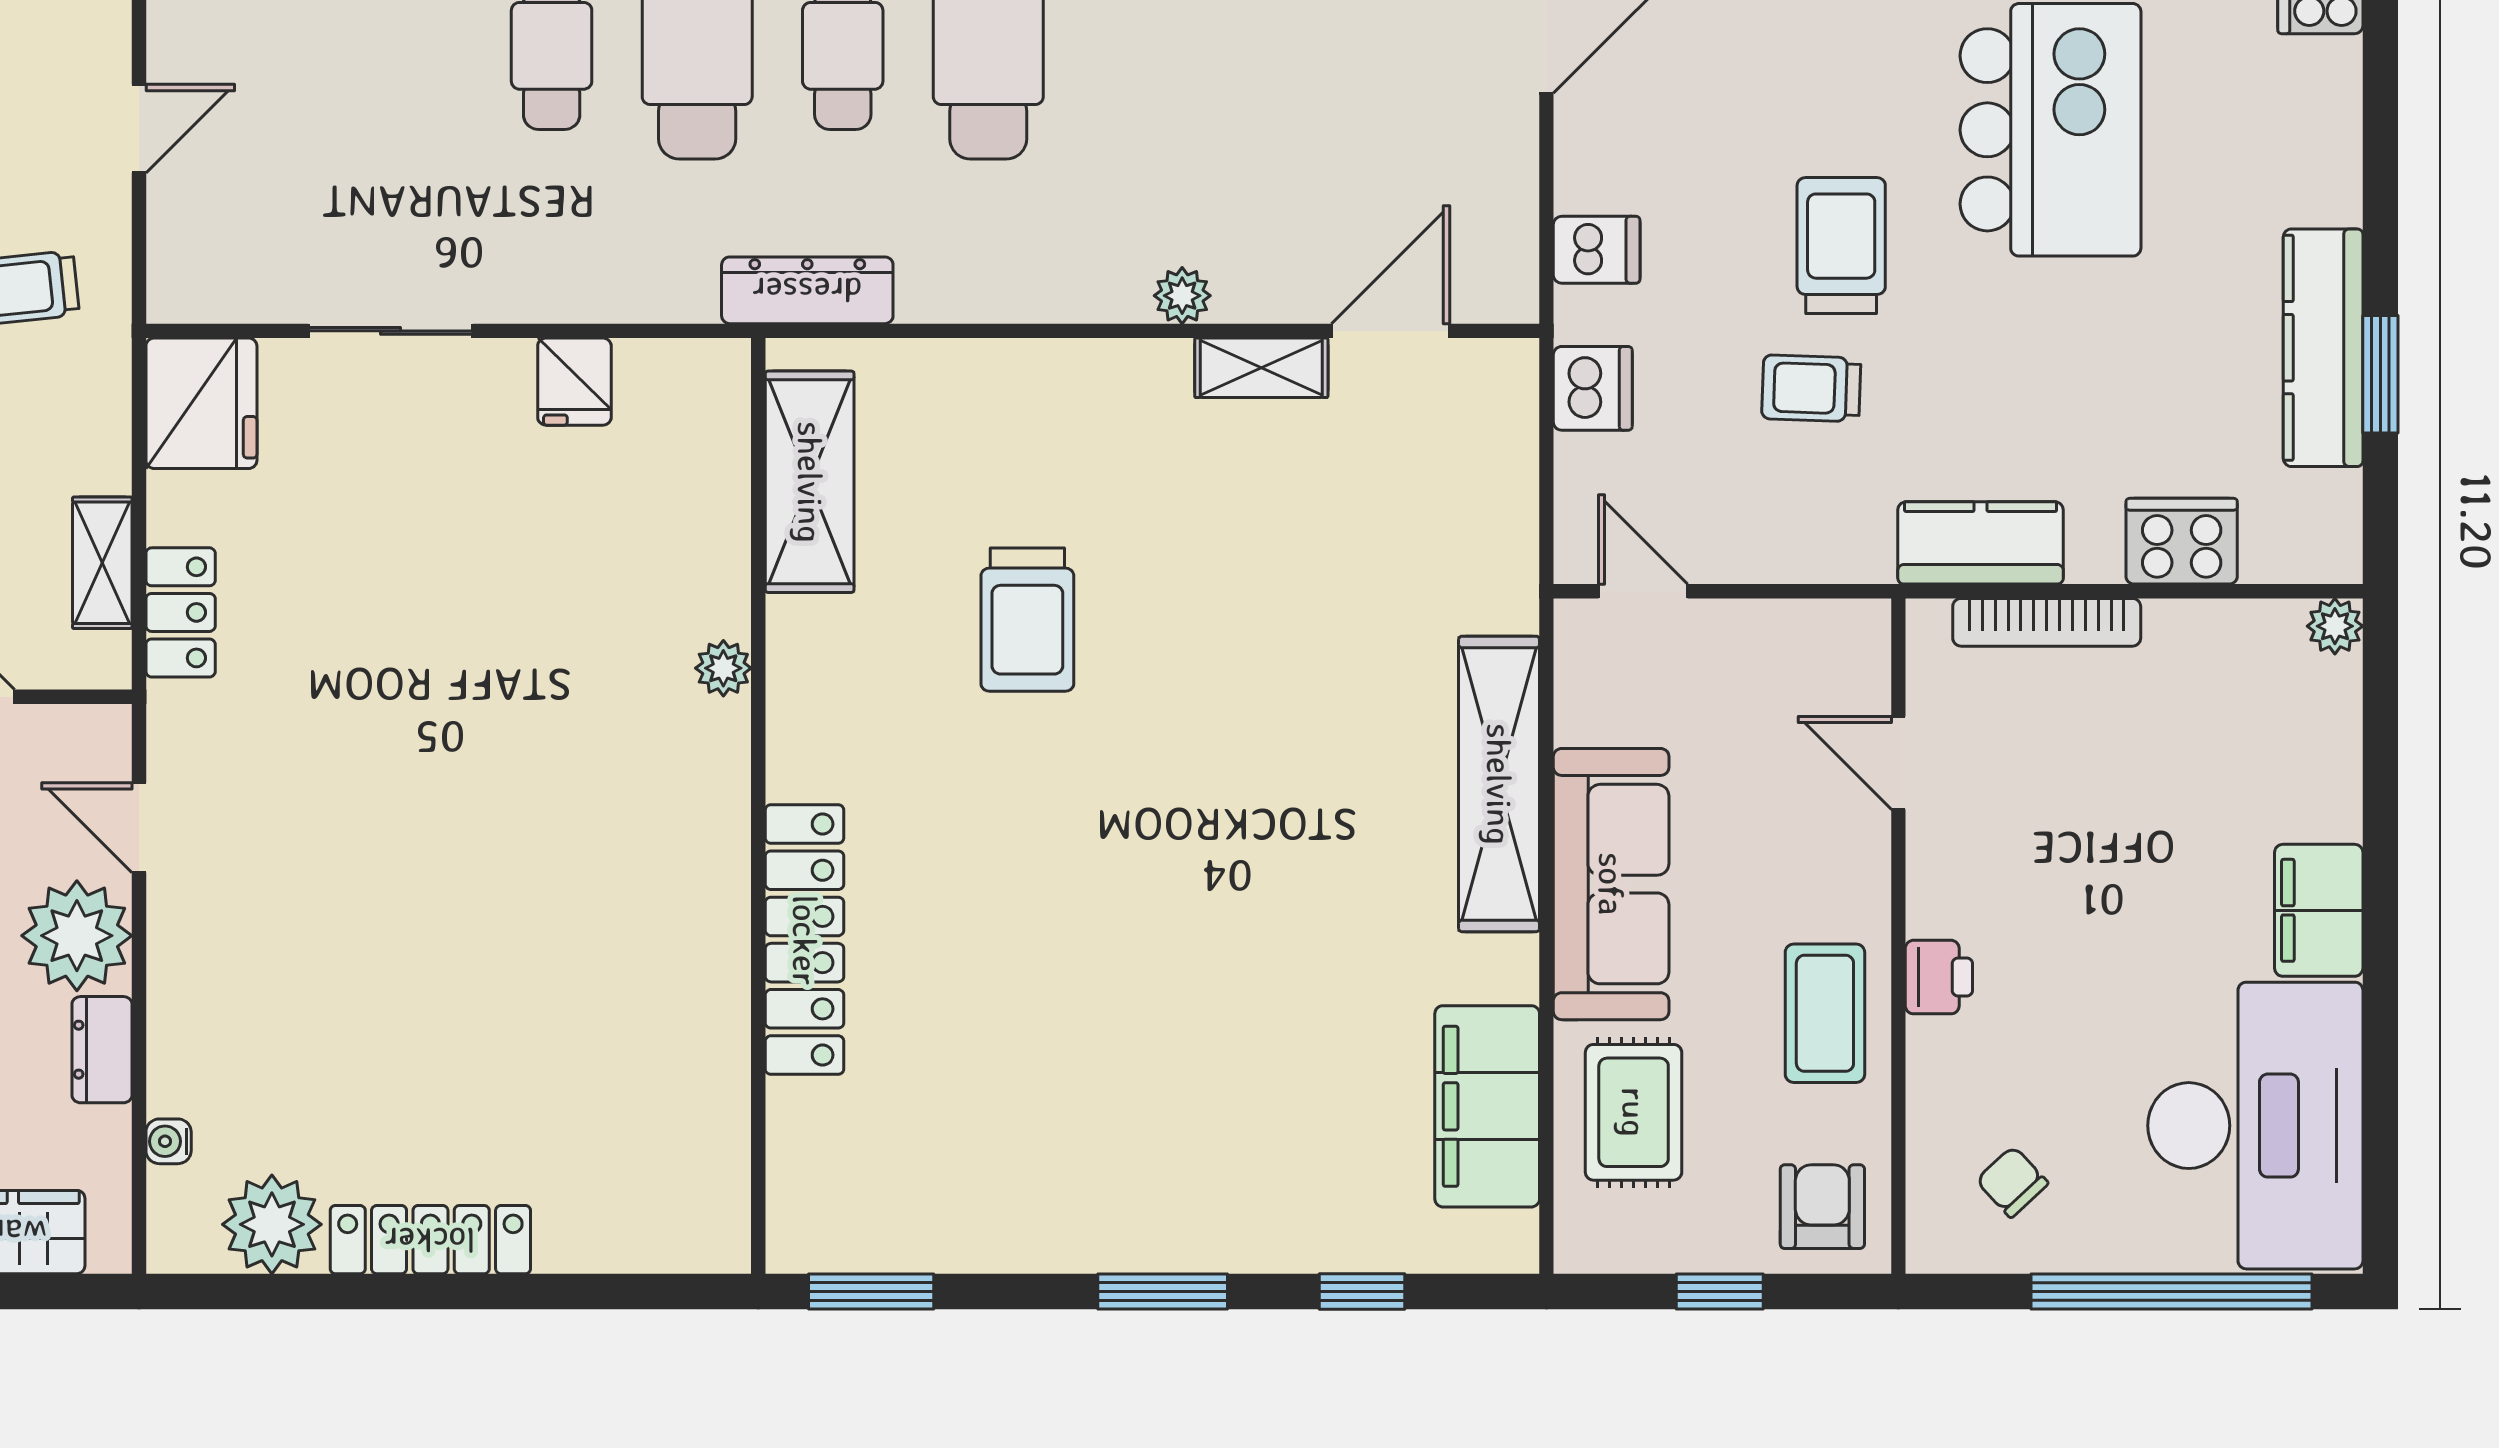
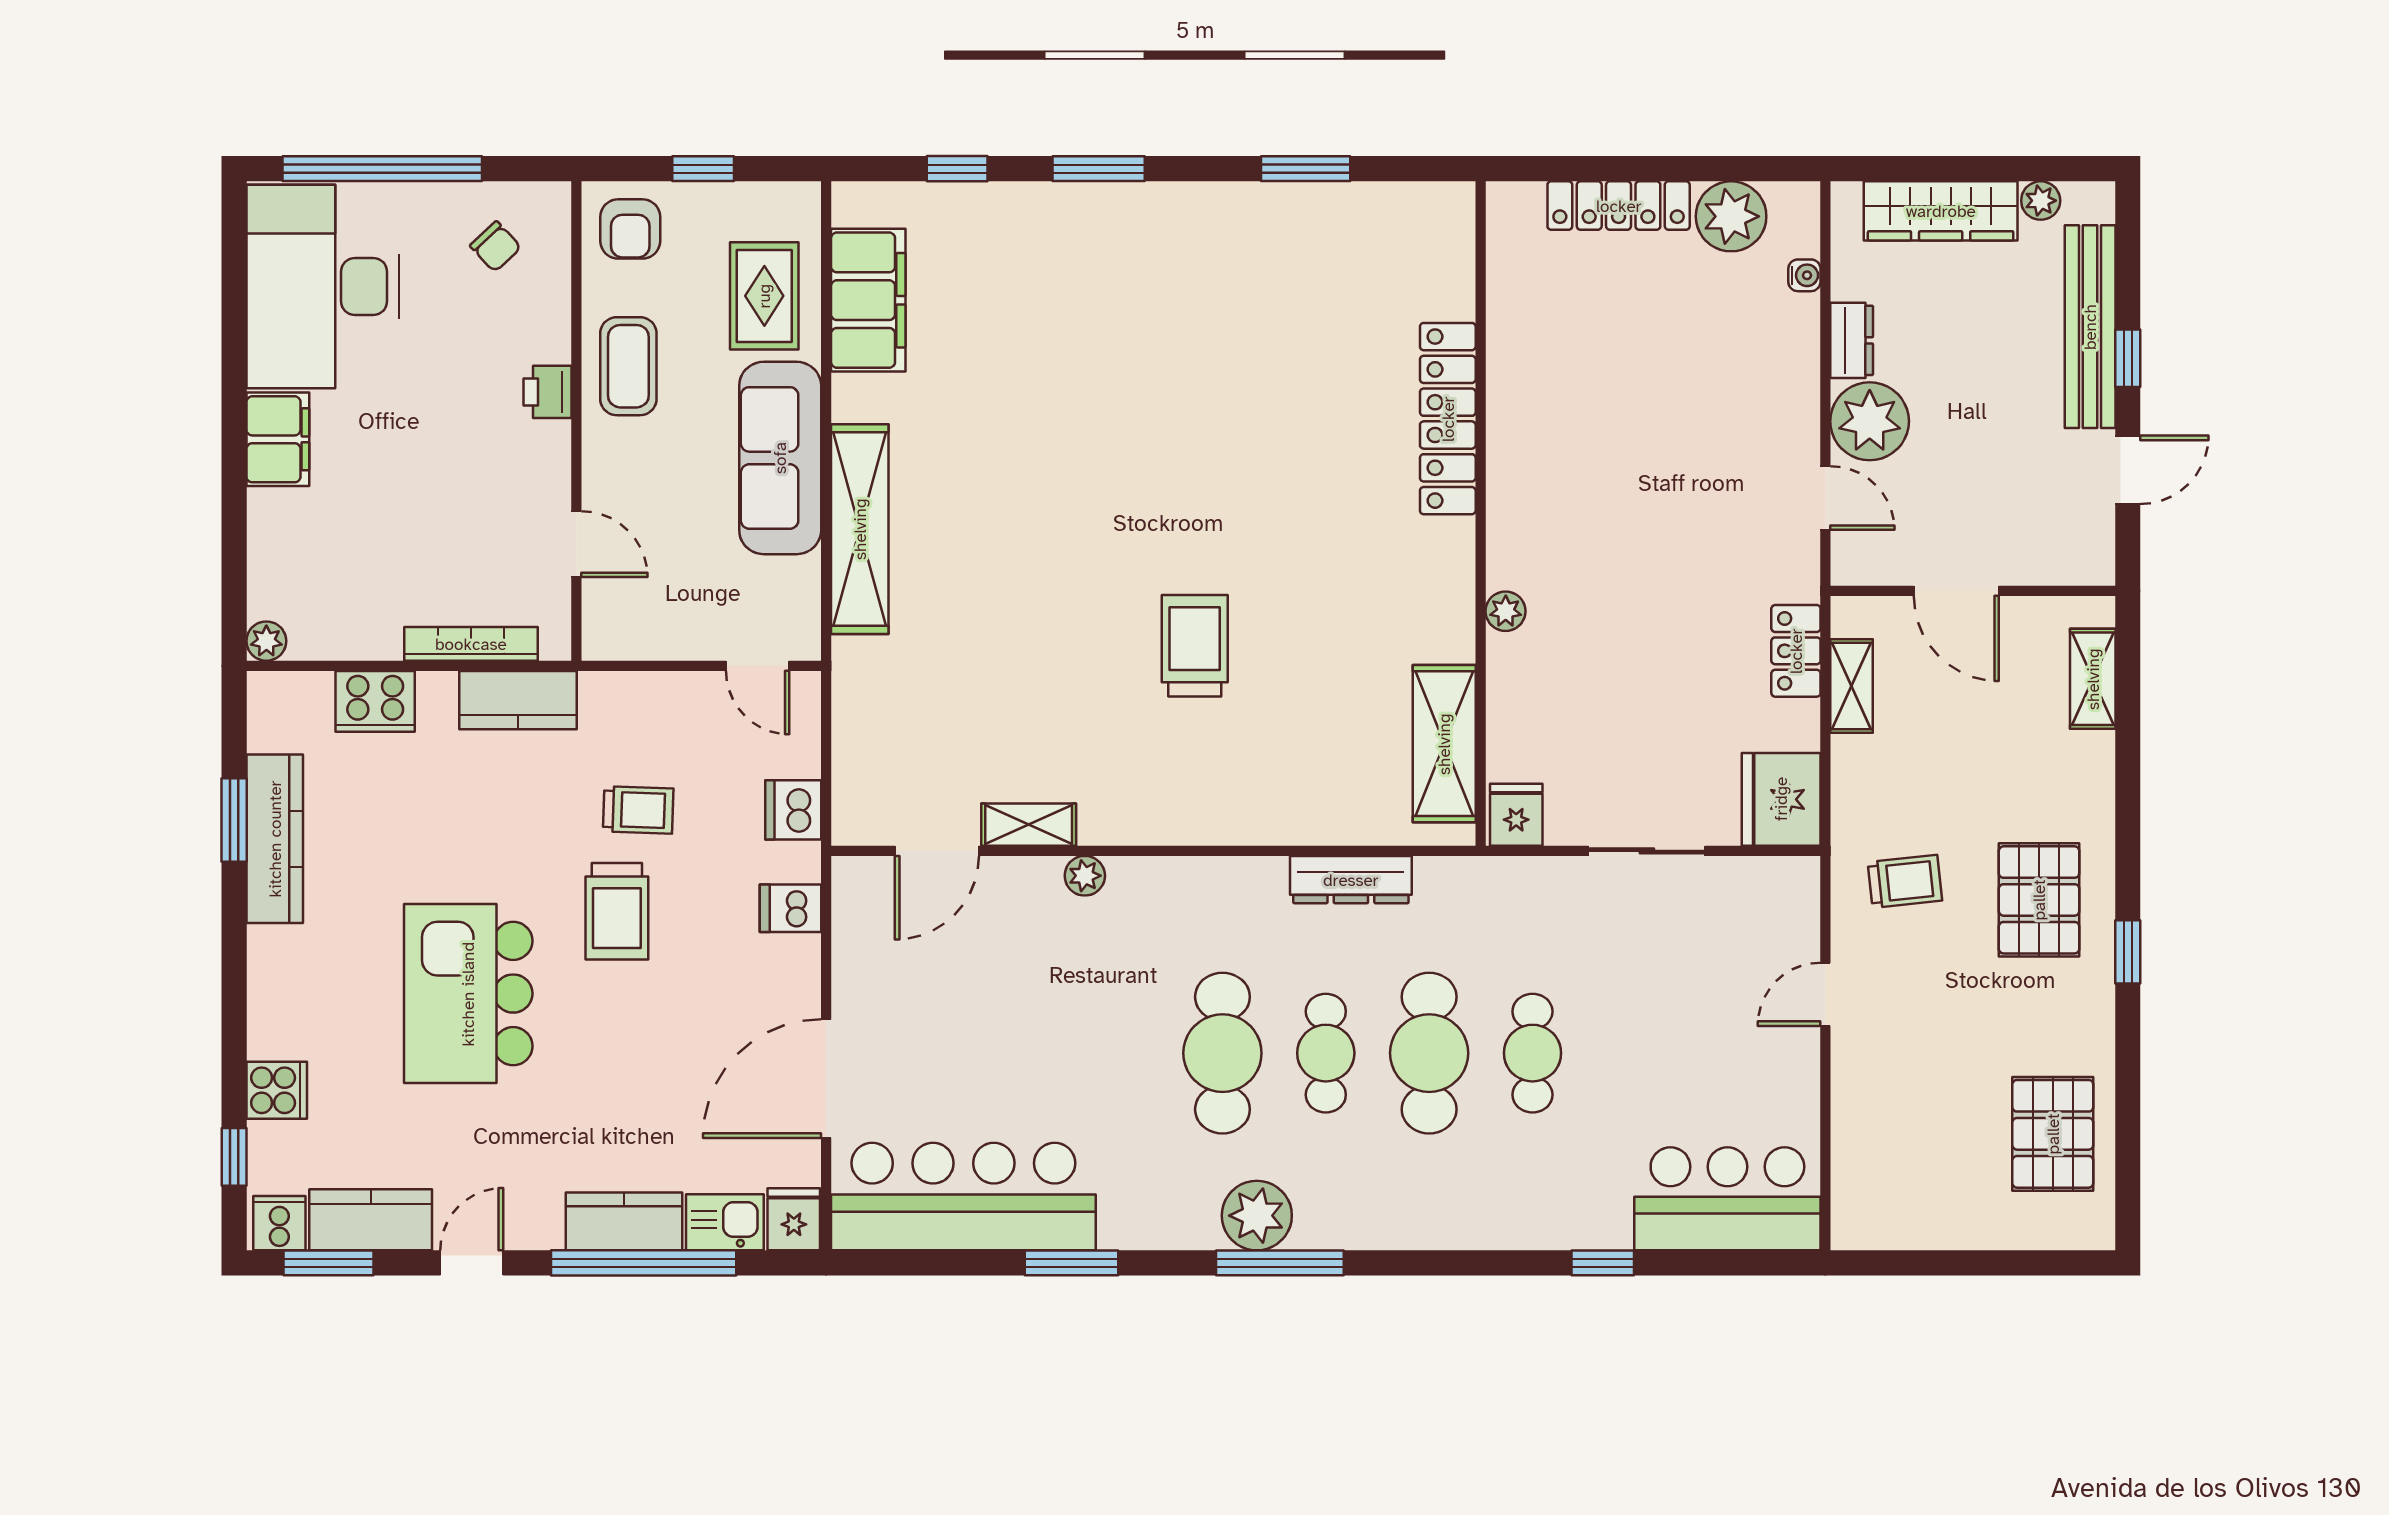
shelving: (810, 482) -> (1444, 744), moved
plant: (723, 668) -> (1506, 611), moved
wall: (758, 806) -> (1481, 513), moved
locker: (805, 940) -> (1448, 419), moved

